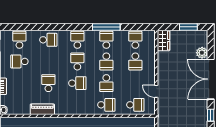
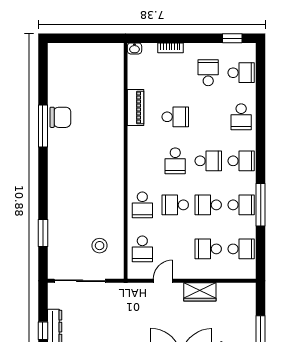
wardrobe: (164, 40) -> (200, 292), moved

